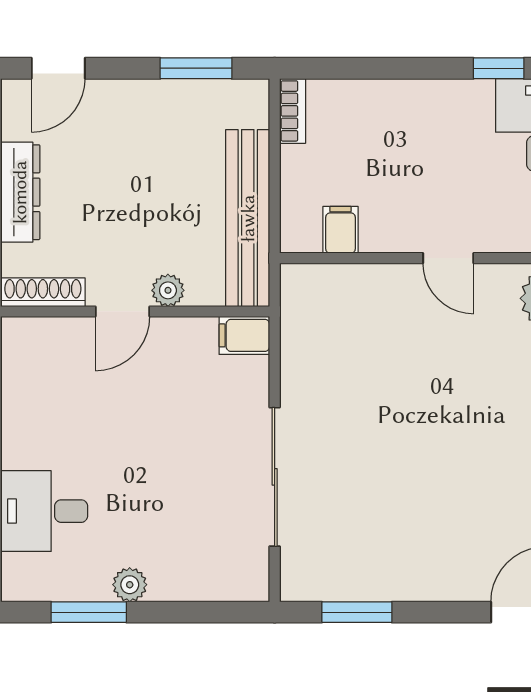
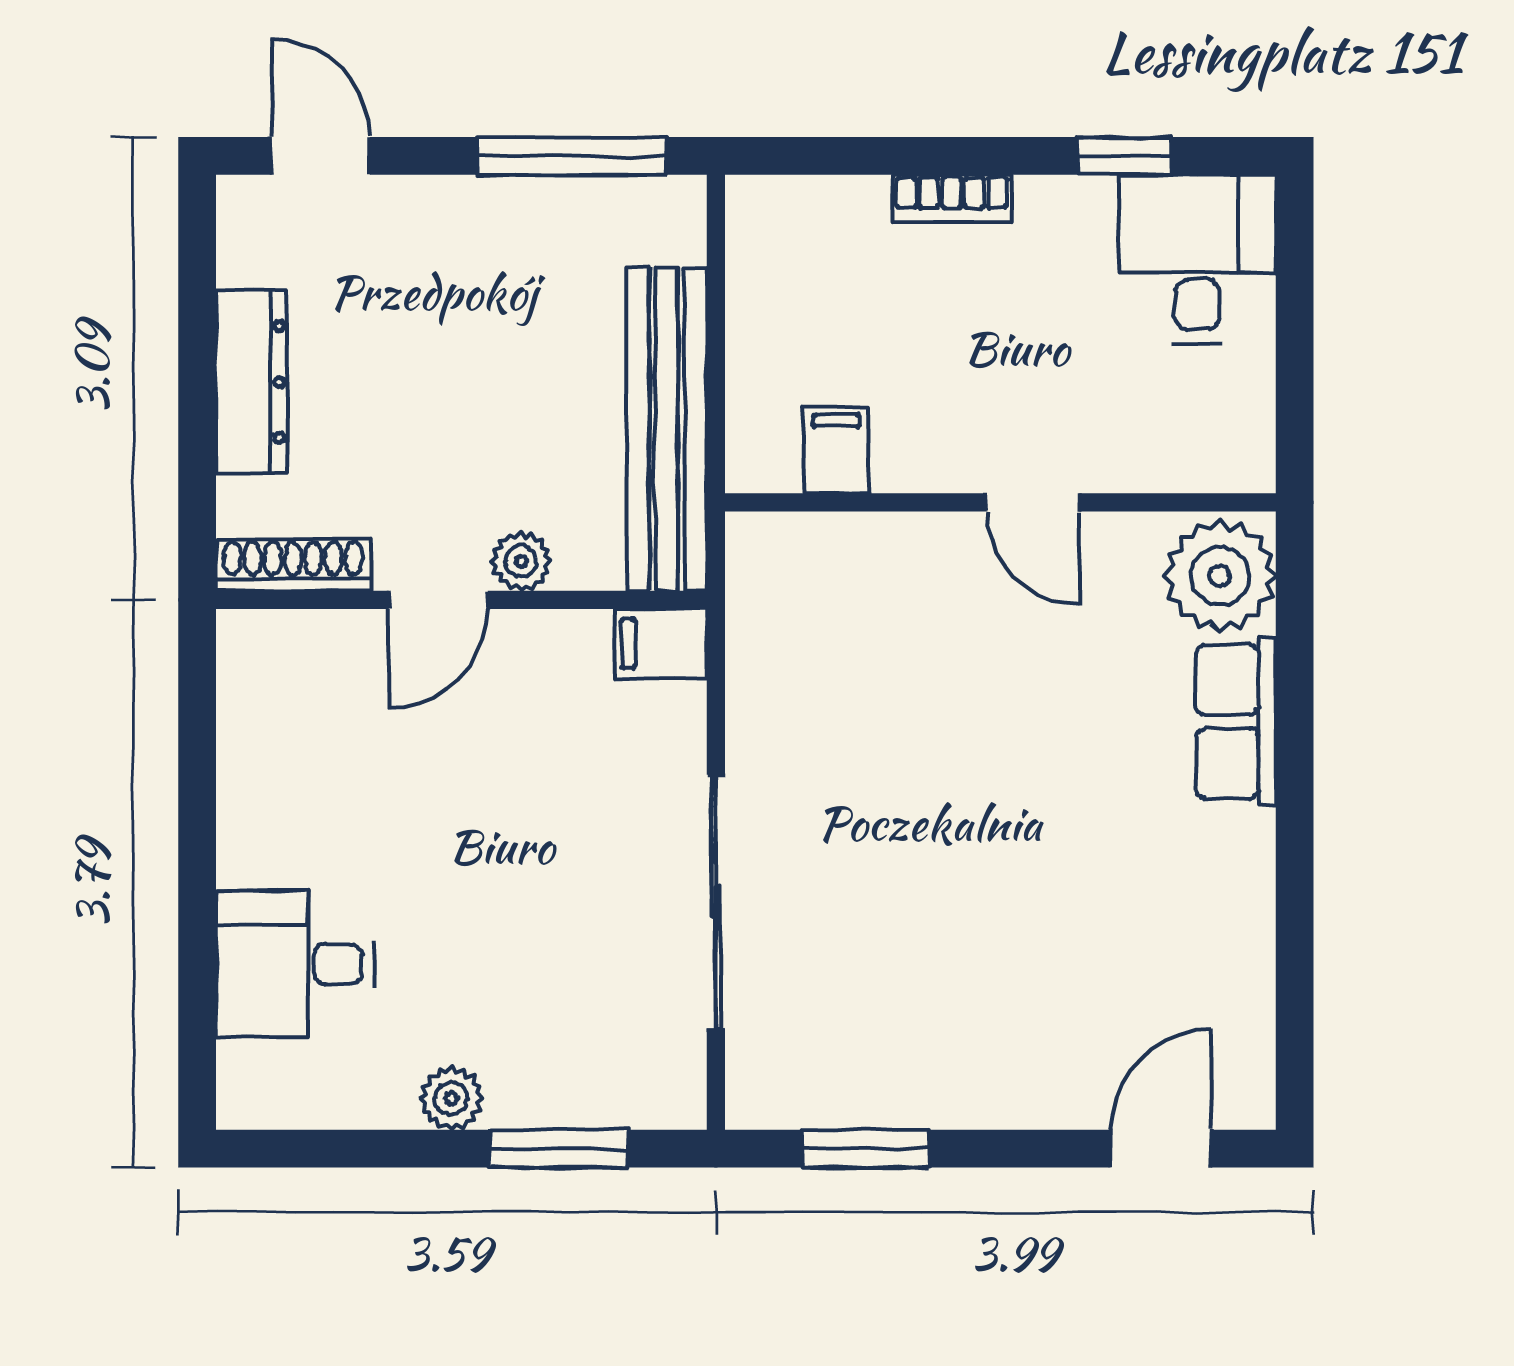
door: (58, 68) -> (321, 156), swing flipped
window: (196, 68) -> (572, 156), width x1.44
bookcase: (293, 111) -> (952, 198), moved, turned 90
window: (89, 612) -> (559, 1149), moved

